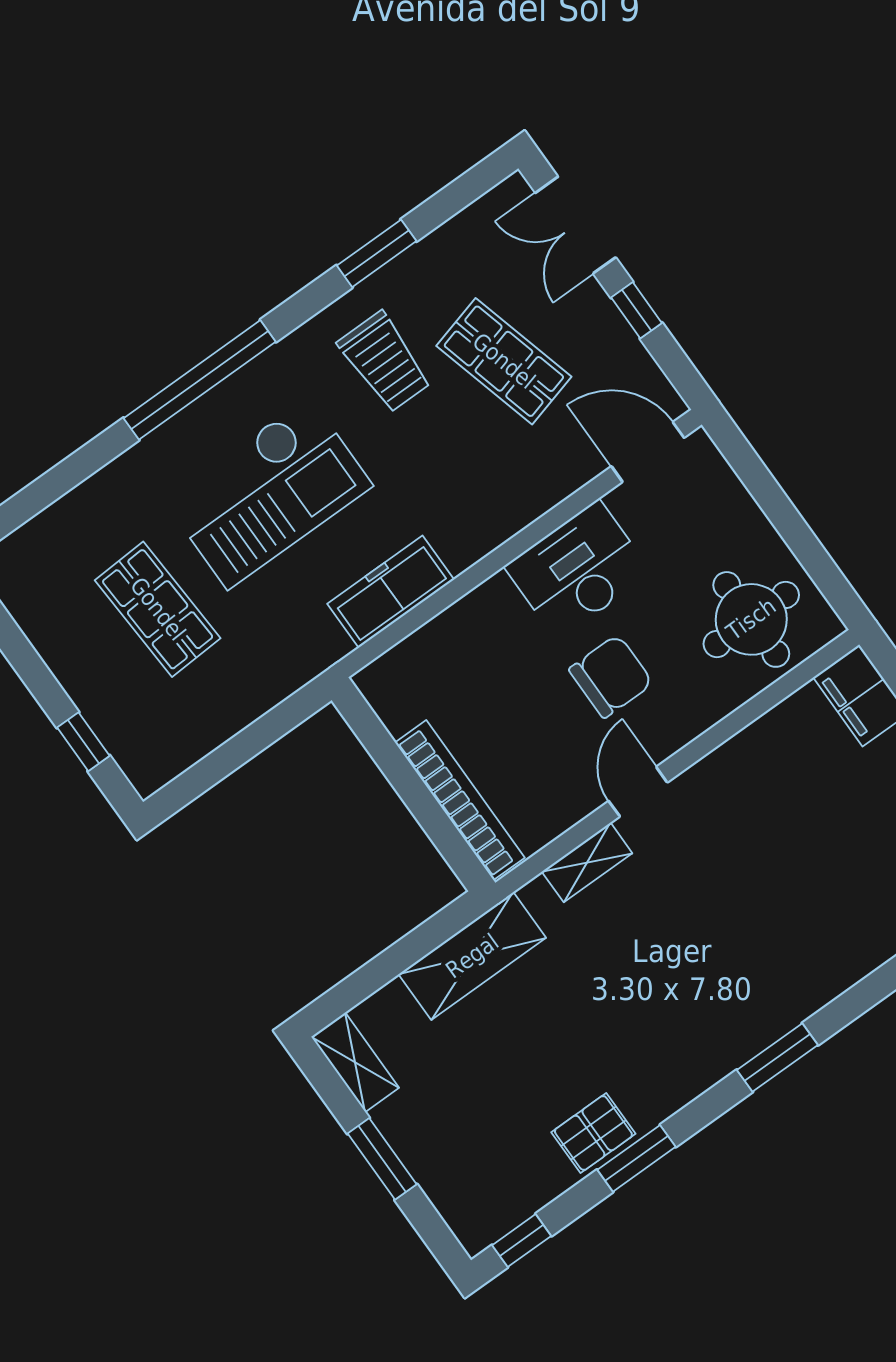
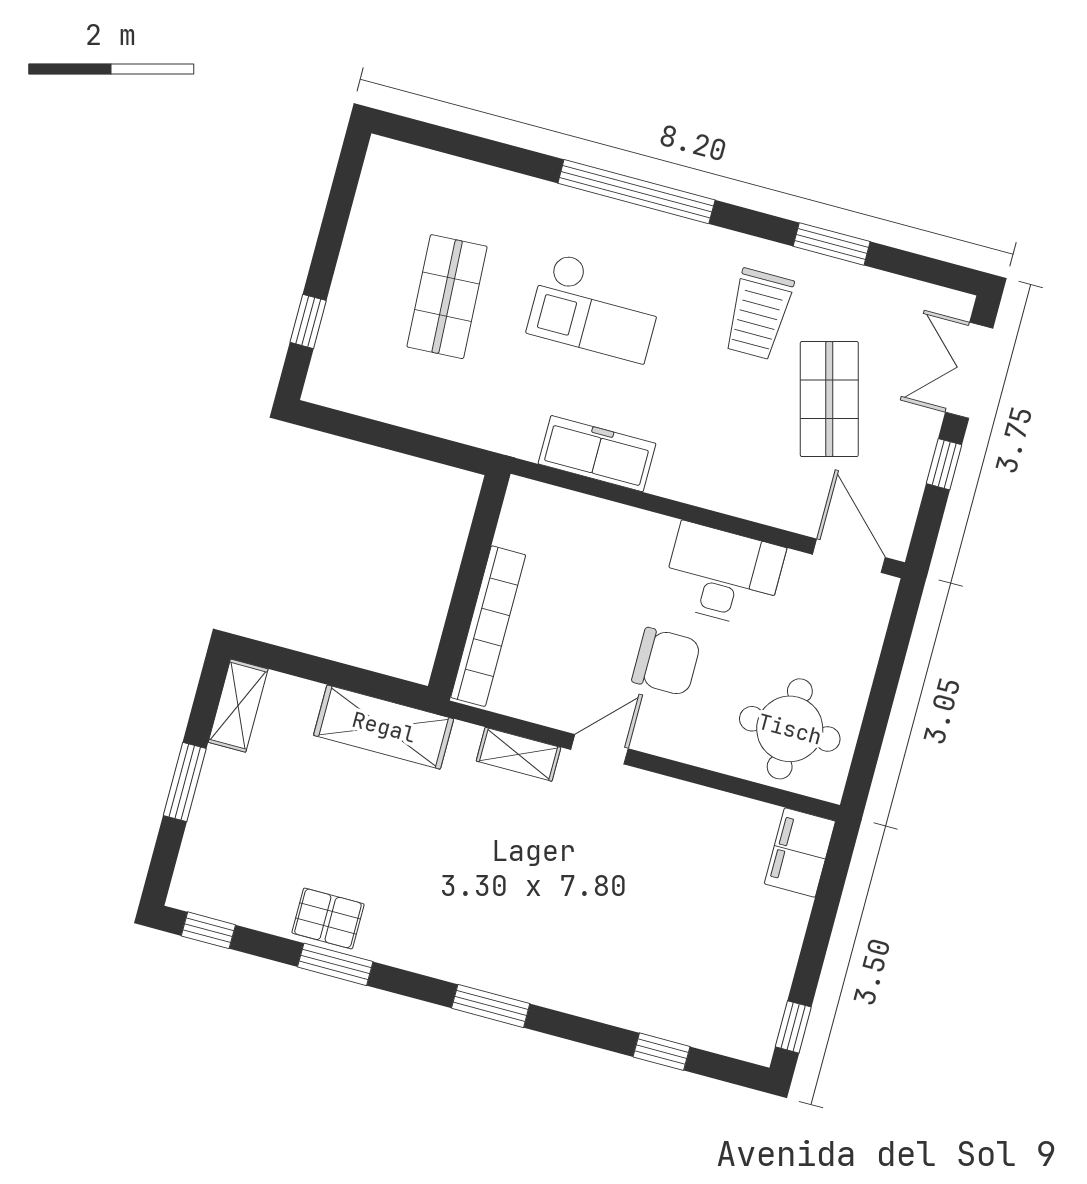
checkout: (268, 493) -> (596, 307), width x0.73, depth x0.83

